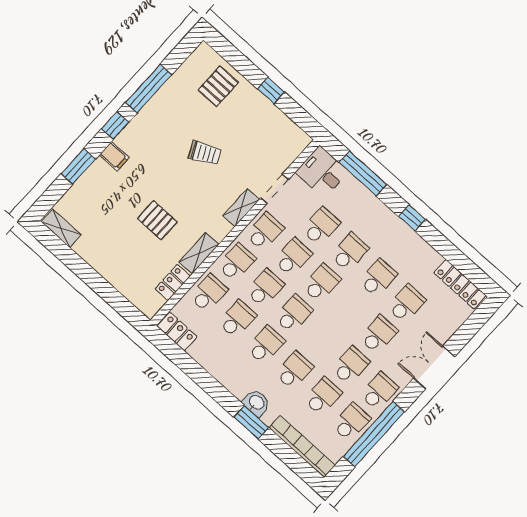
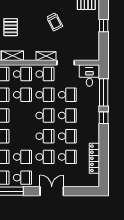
window: (412, 218) -> (104, 118), moved
locker: (460, 284) -> (94, 158), moved
school desk: (294, 314) -> (45, 136), moved

